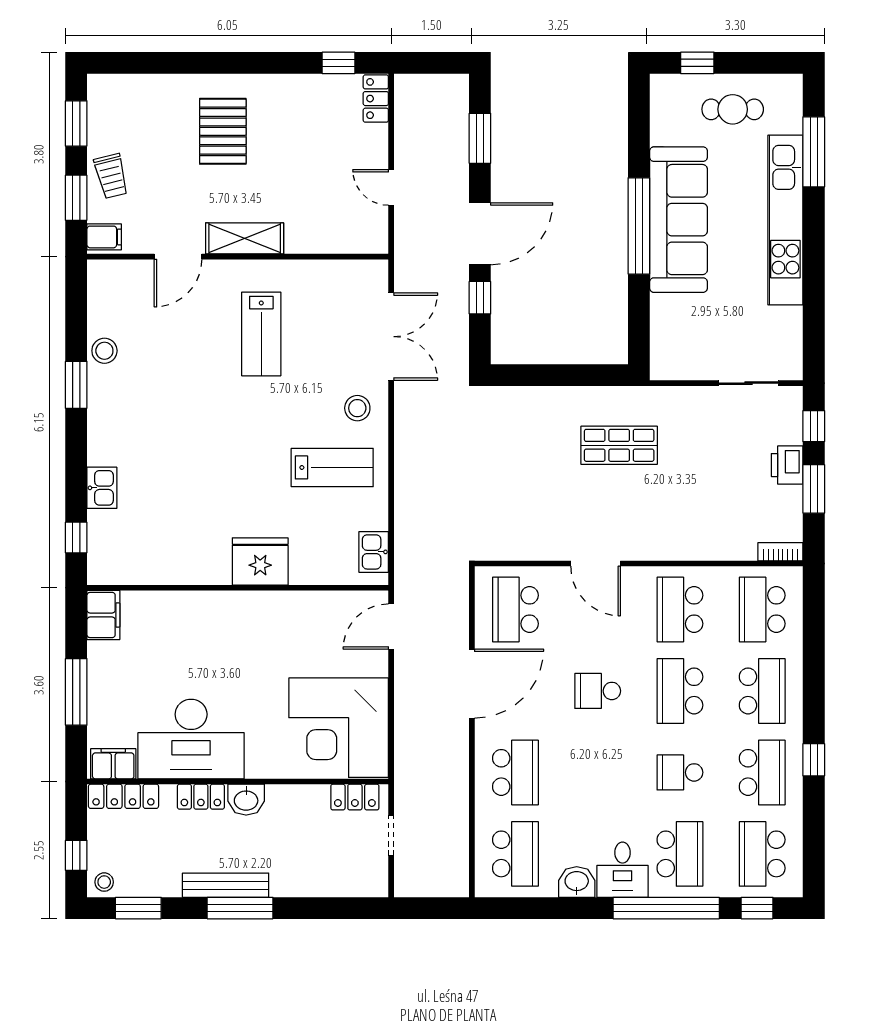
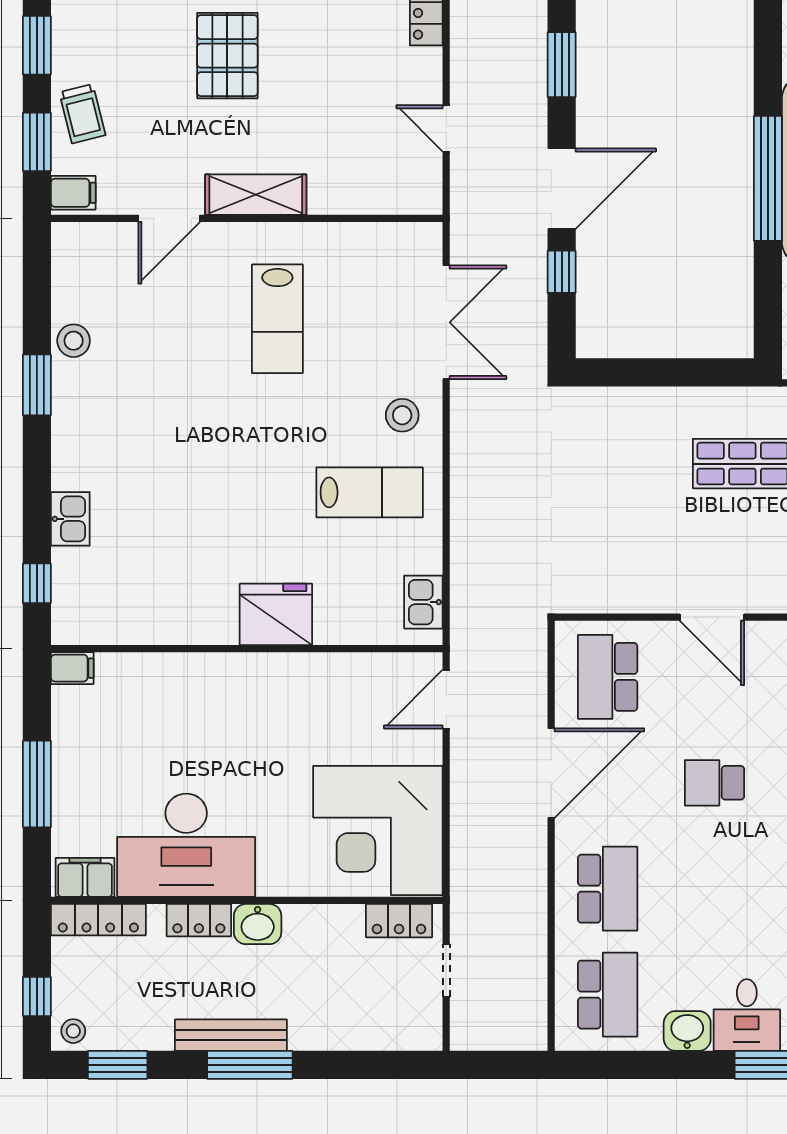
filing cabinet: (103, 615) -> (72, 668), width x0.50

